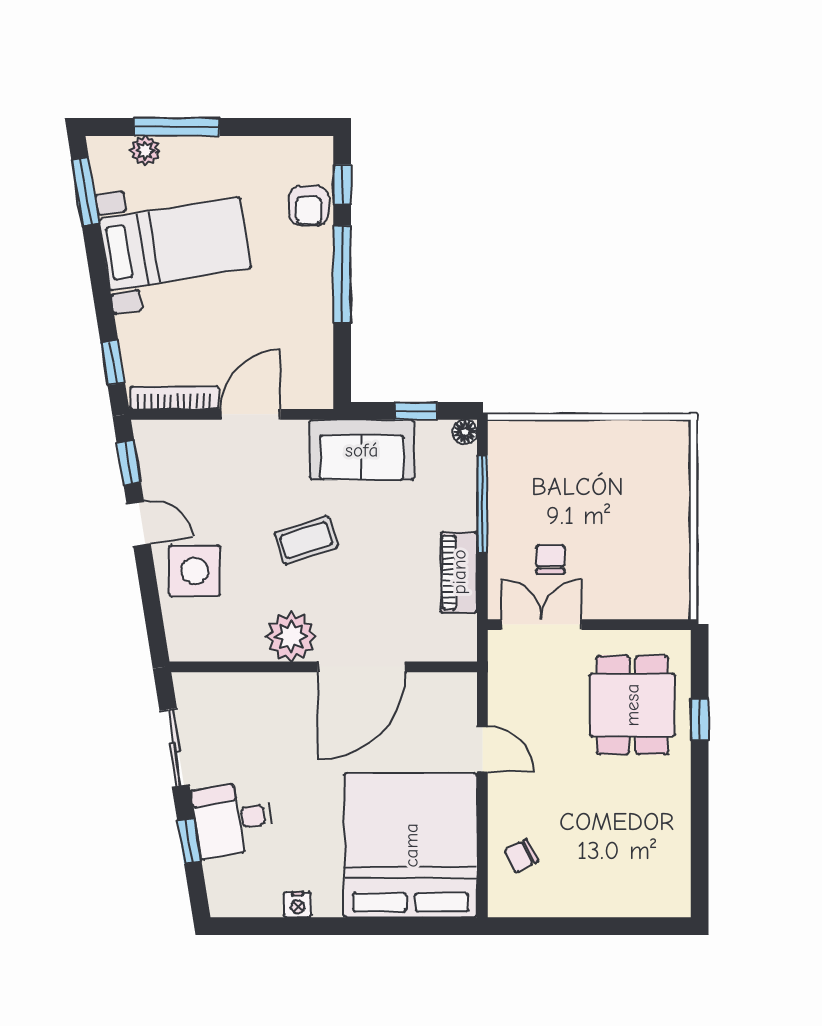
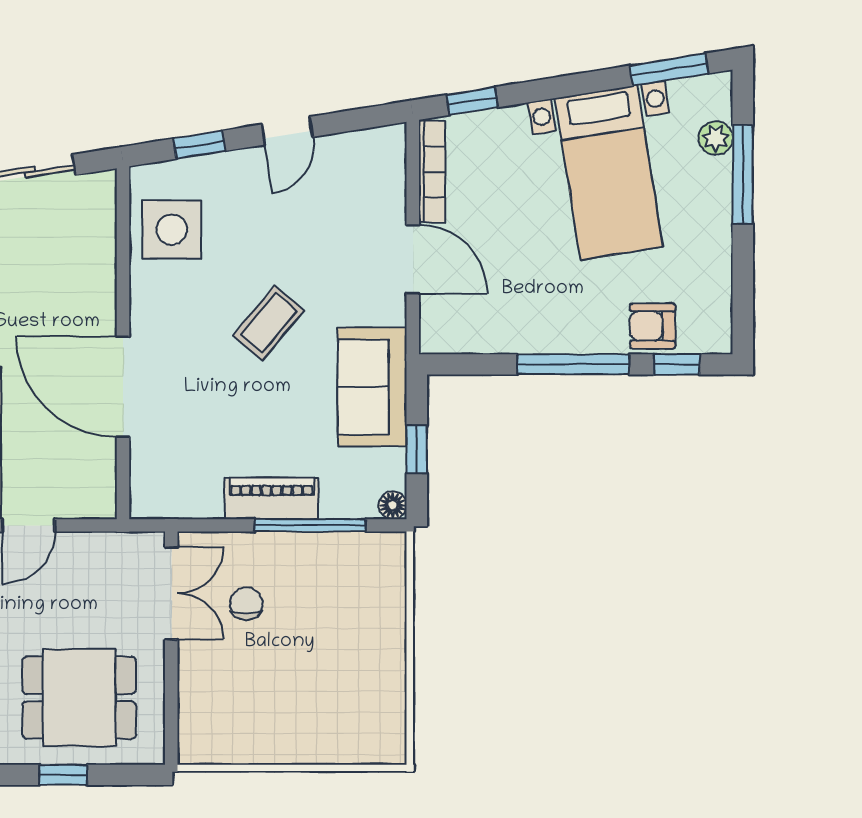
window: (129, 463) -> (199, 145), moved
coffee table: (306, 540) -> (269, 323), turned 58
chair: (550, 559) -> (246, 604), turned -90
side table: (195, 571) -> (172, 230), moved
piano: (459, 572) -> (272, 498), moved
plant: (291, 637) -> (158, 306), removed

